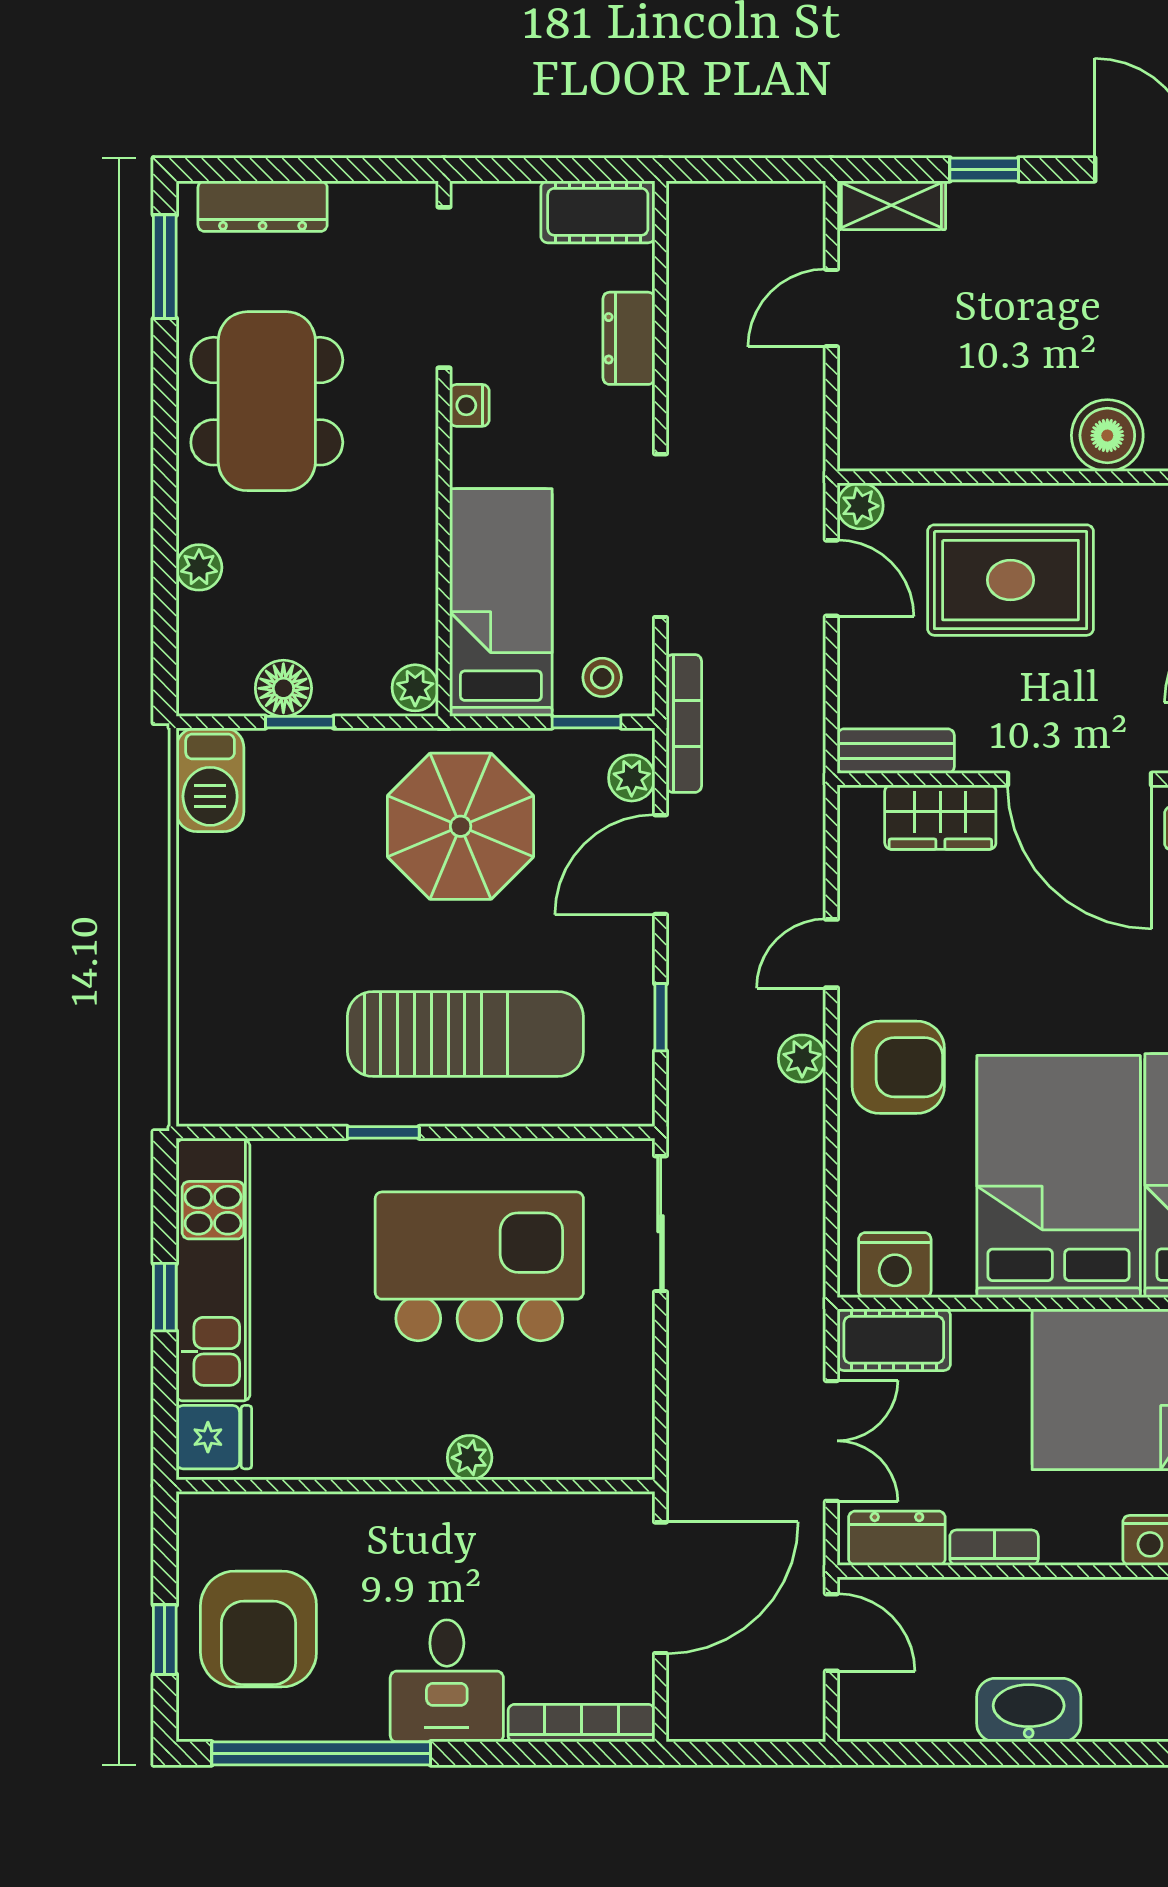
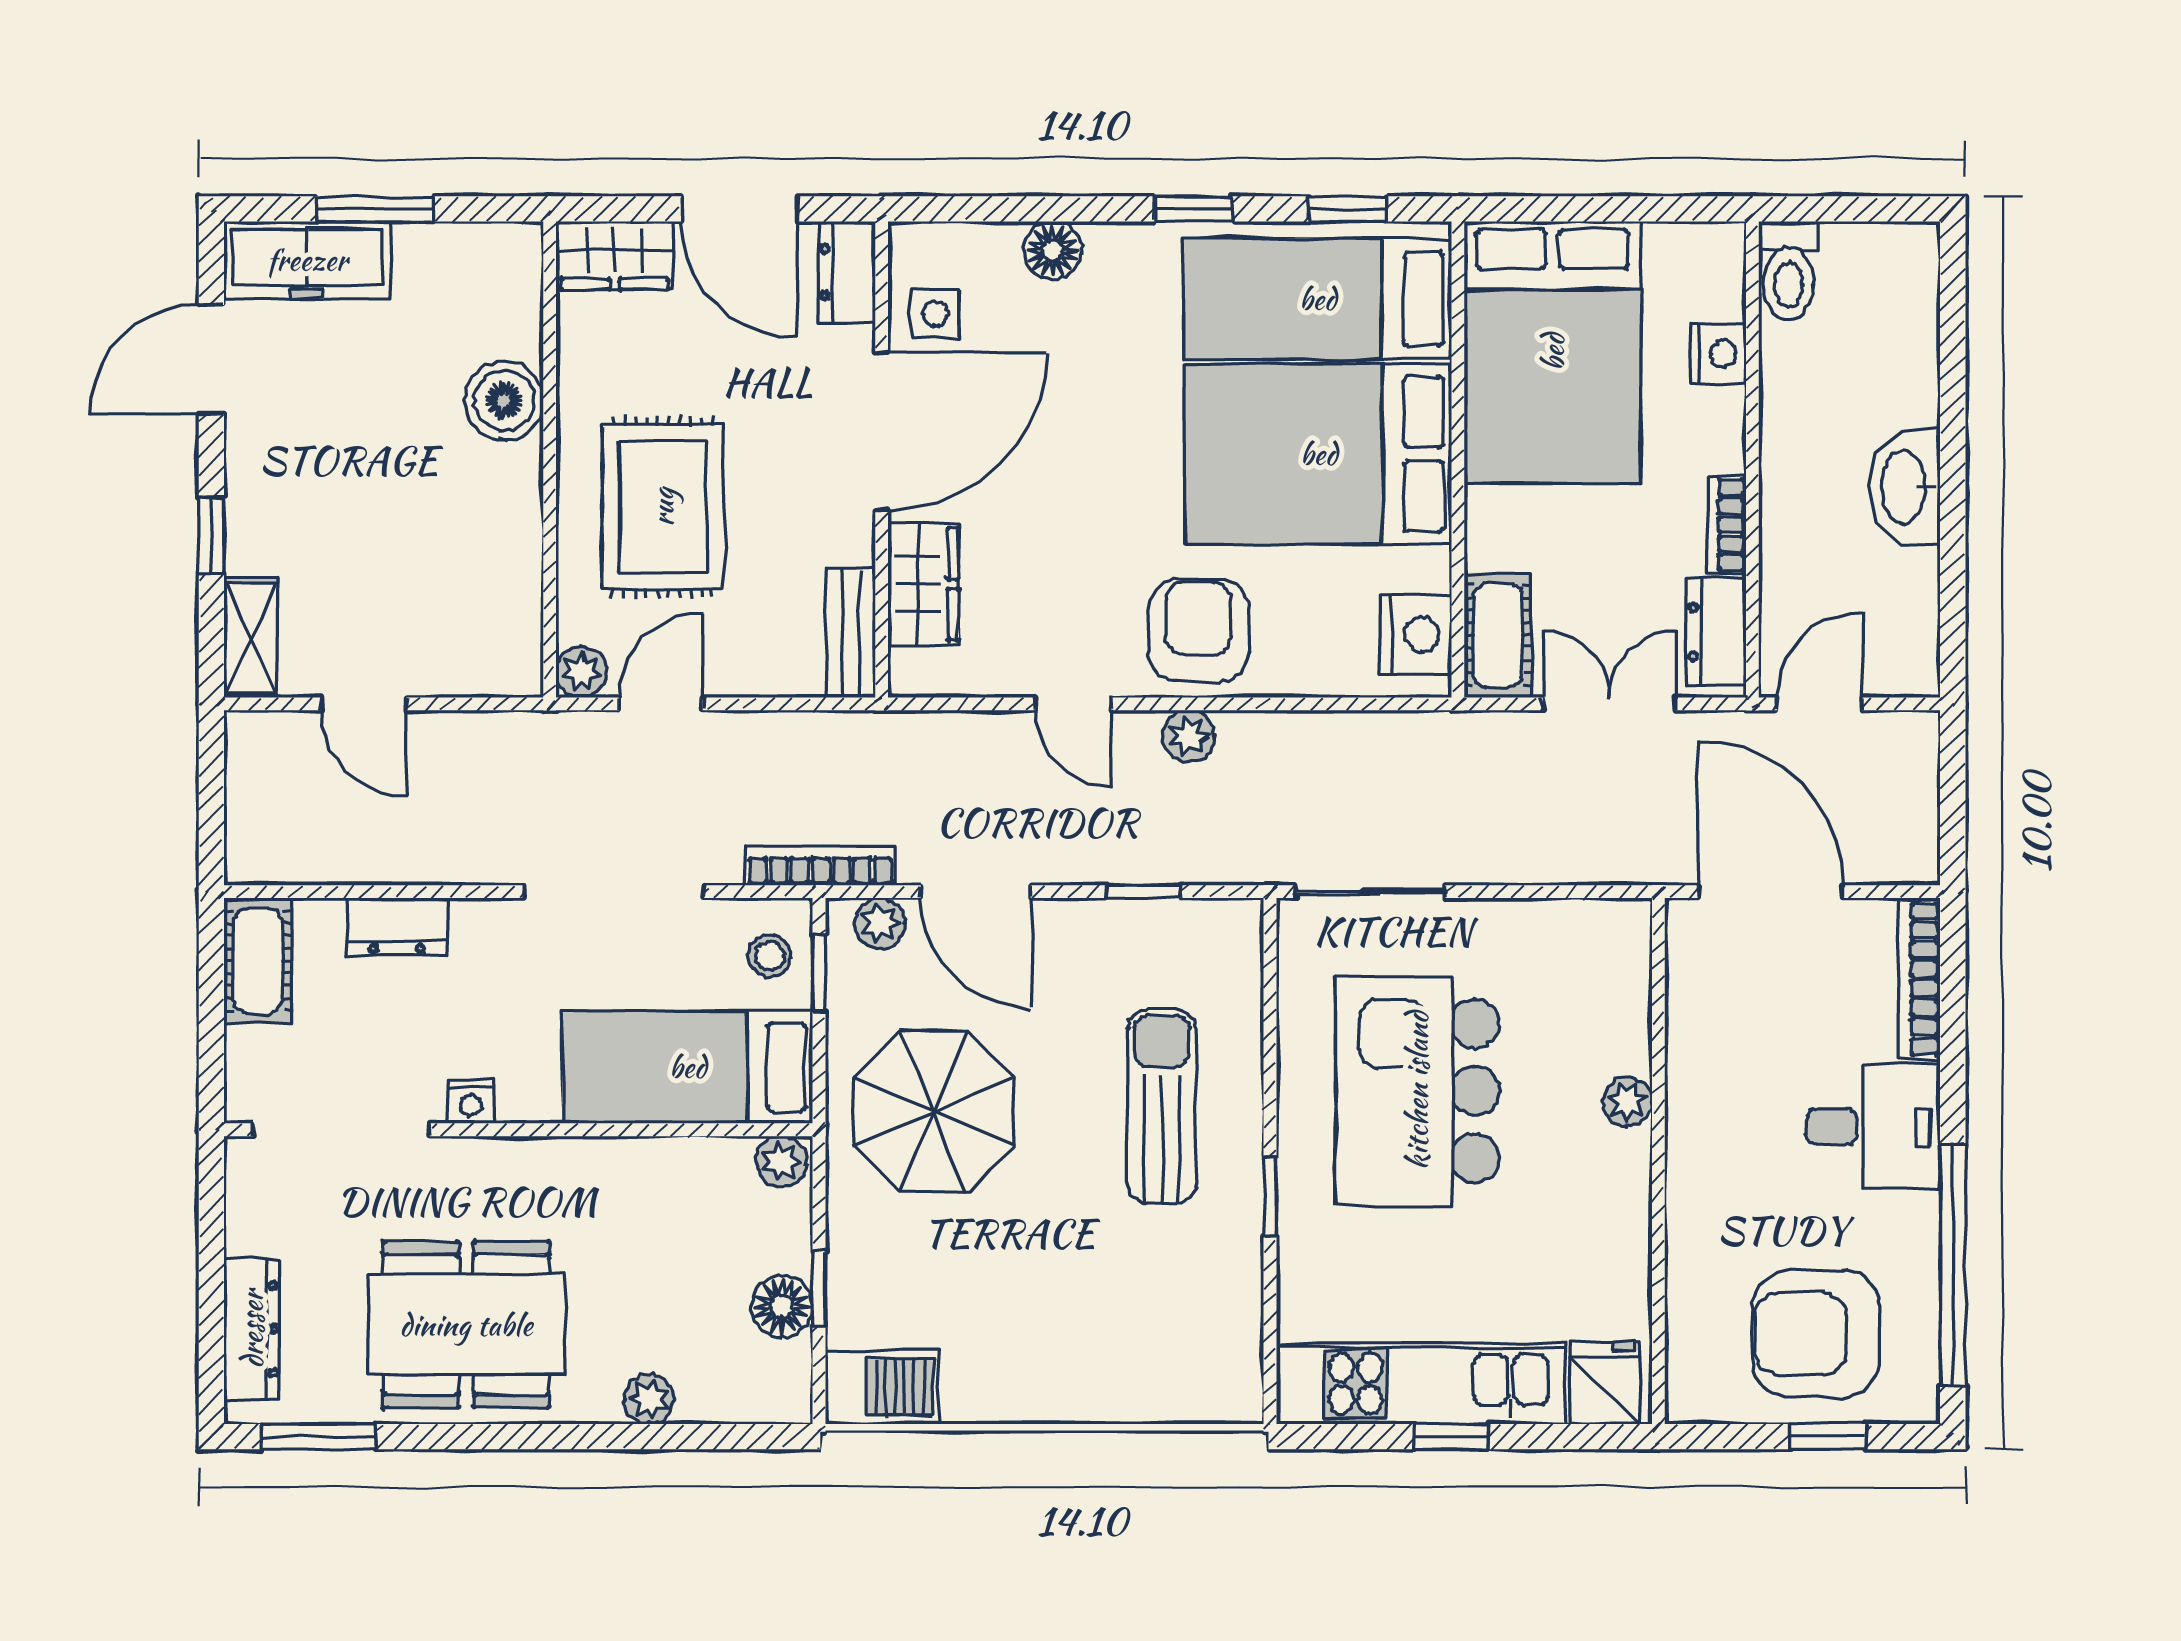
sun lounger: (465, 1034) -> (1162, 1106), width x0.73, depth x0.75
armchair: (258, 1629) -> (1816, 1334), turned 180

